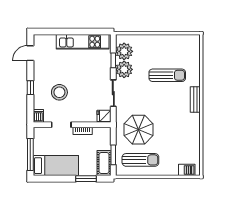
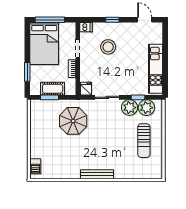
sun lounger: (167, 75) -> (144, 141), moved
bench: (195, 99) -> (97, 174), width x1.36
sun lounger: (140, 160) -> (45, 123), removed
cot: (104, 163) -> (53, 89), moved
bed: (56, 166) -> (44, 44), width x1.50

